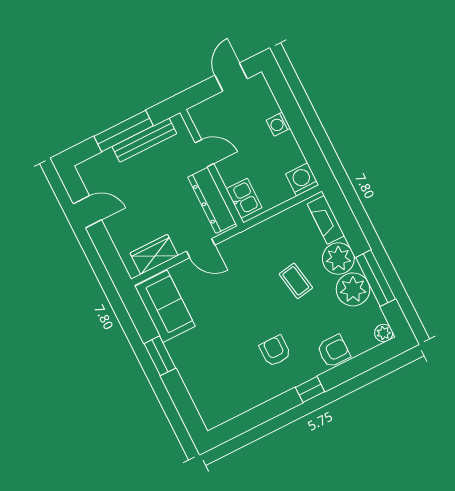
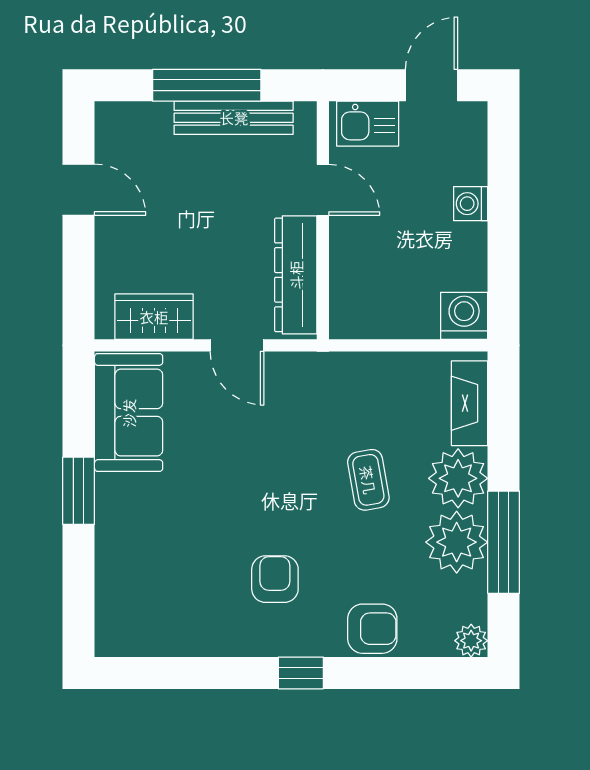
kitchen sink: (244, 198) -> (368, 124), moved, turned 90

